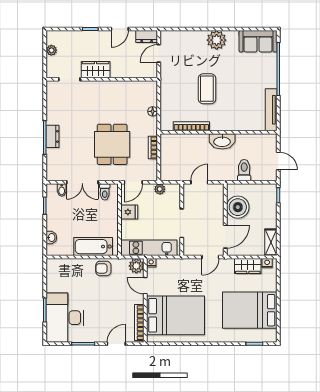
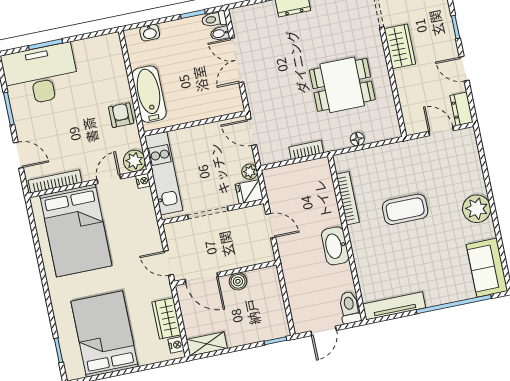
dining table: (112, 144) -> (342, 85), moved
toilet: (244, 170) -> (350, 308), moved, turned -90
toilet: (105, 192) -> (214, 19), moved
boiler: (238, 207) -> (238, 281), width x0.54, depth x0.54
fridge: (129, 212) -> (249, 192), moved, turned 90

